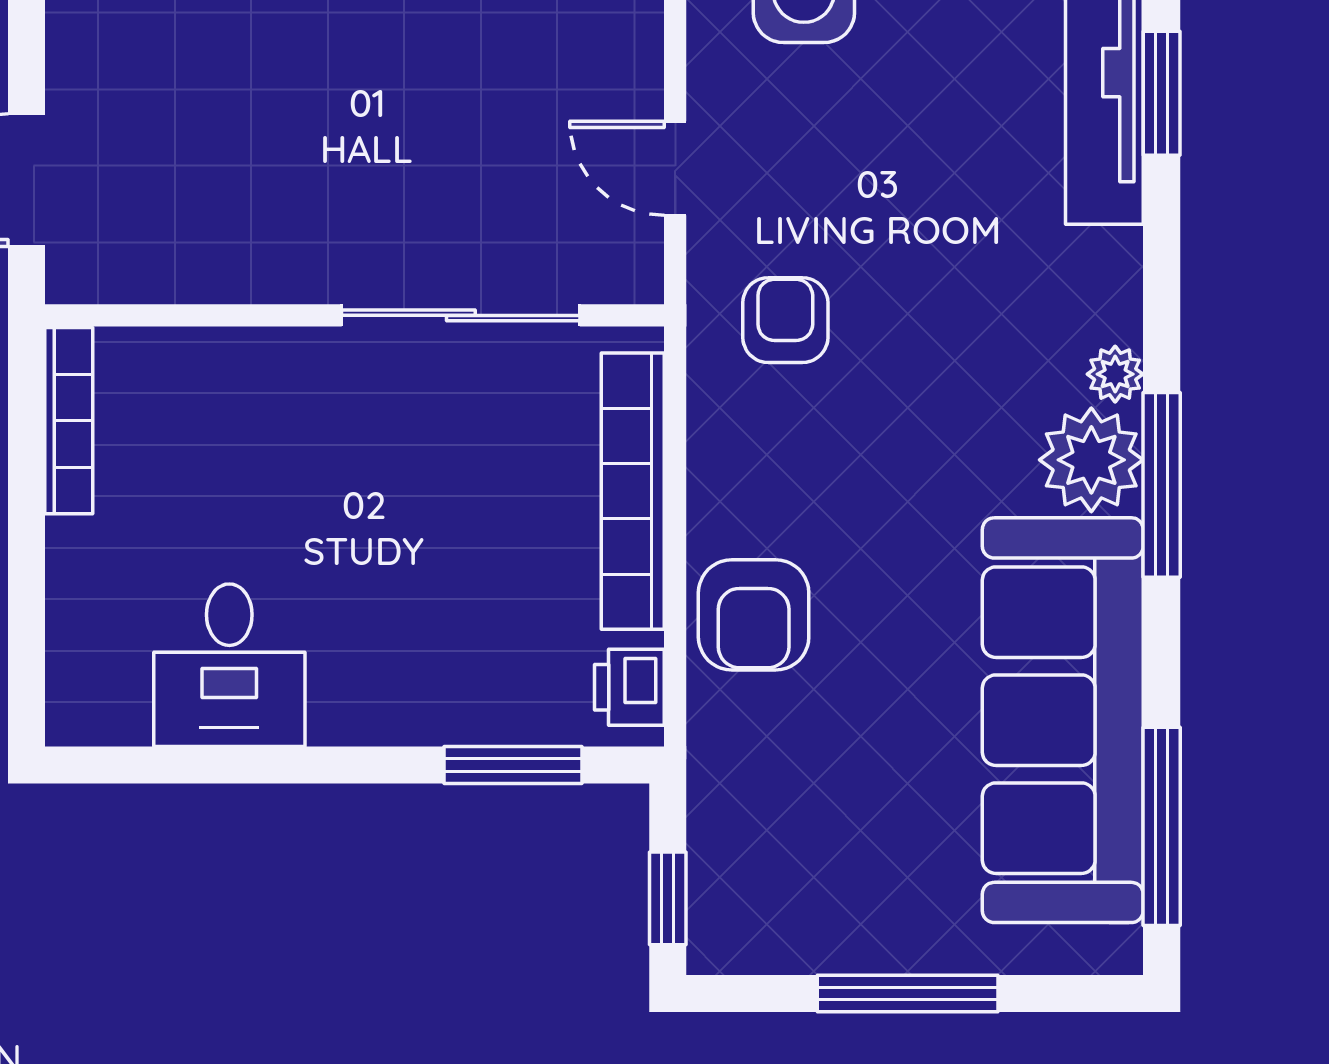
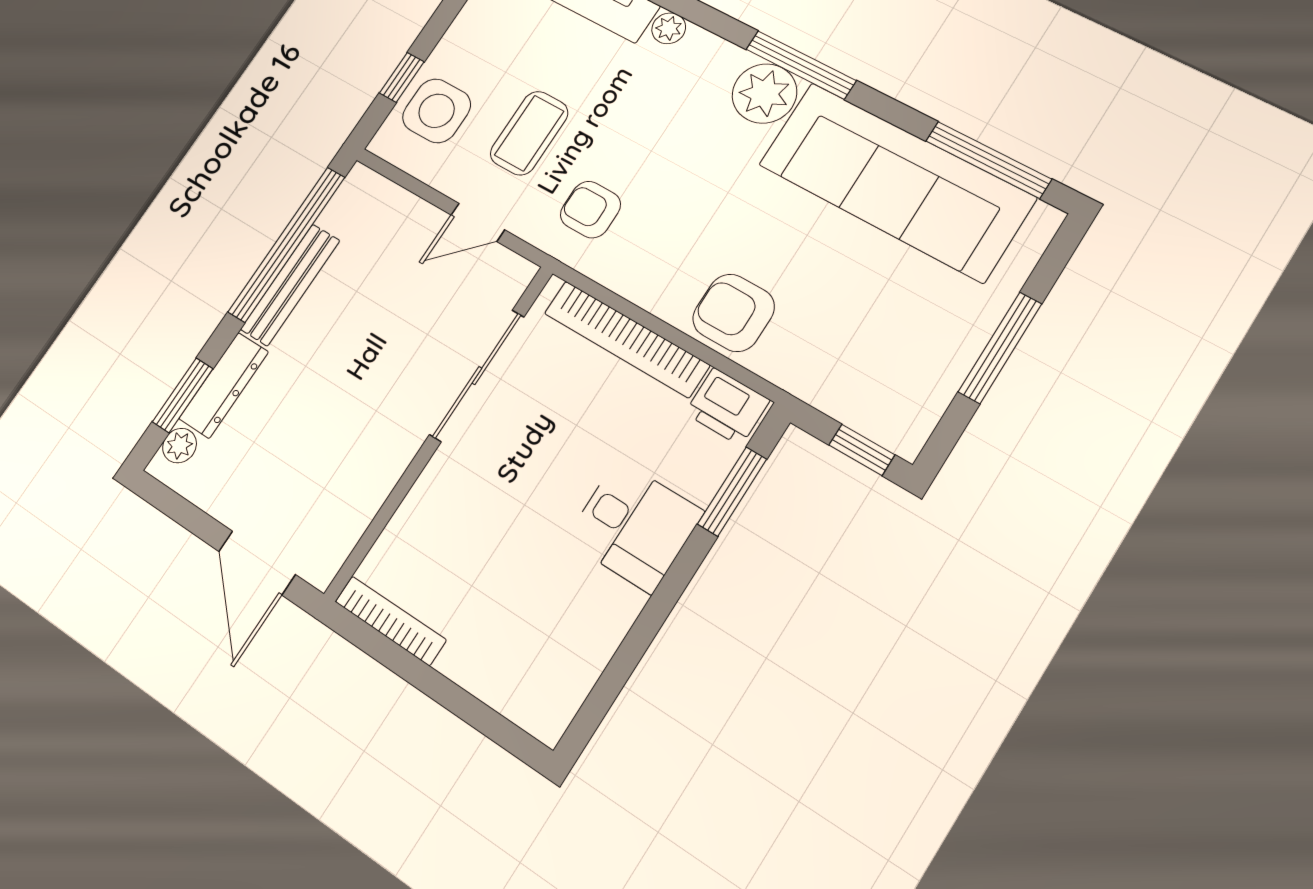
coffee table: (847, 155) -> (529, 133), added
plant: (1115, 374) -> (669, 28), moved
armchair: (754, 615) -> (734, 313), turned 180
desk: (229, 665) -> (634, 526), moved
printer: (629, 687) -> (727, 407), width x1.36, depth x1.24

